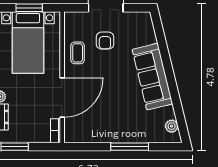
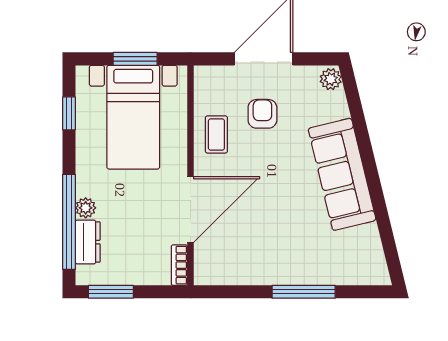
armchair: (105, 41) -> (262, 114), turned 180
plant: (172, 126) -> (331, 79), moved

